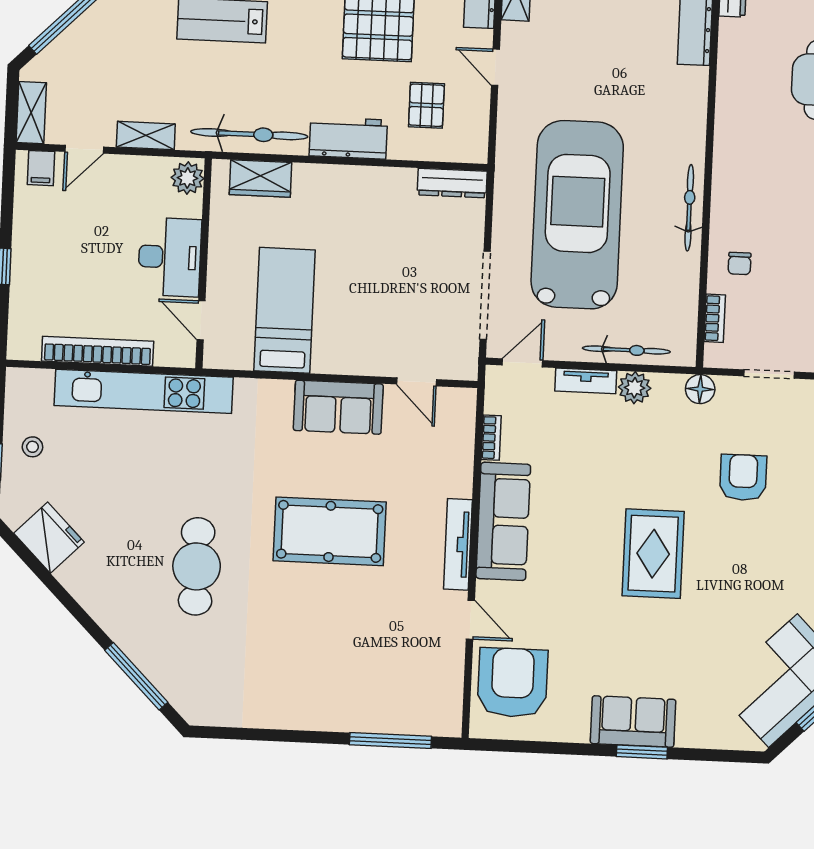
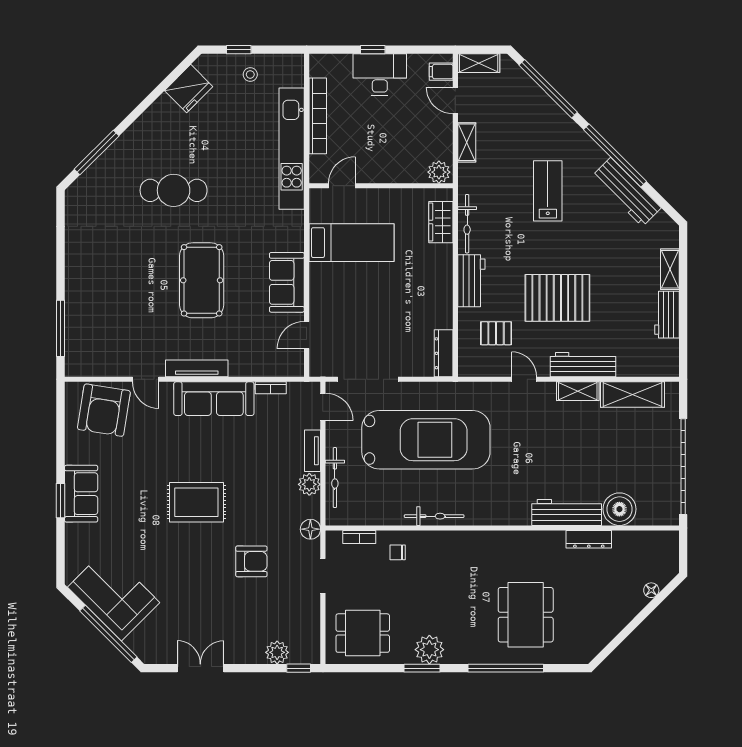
door: (495, 67) -> (524, 379), hinge flipped
bicycle: (249, 134) -> (467, 224), width x0.73, depth x0.71
desk: (170, 257) -> (380, 75), moved, turned 180
door: (470, 620) -> (146, 379), hinge flipped
armchair: (513, 683) -> (104, 410), turned 99

